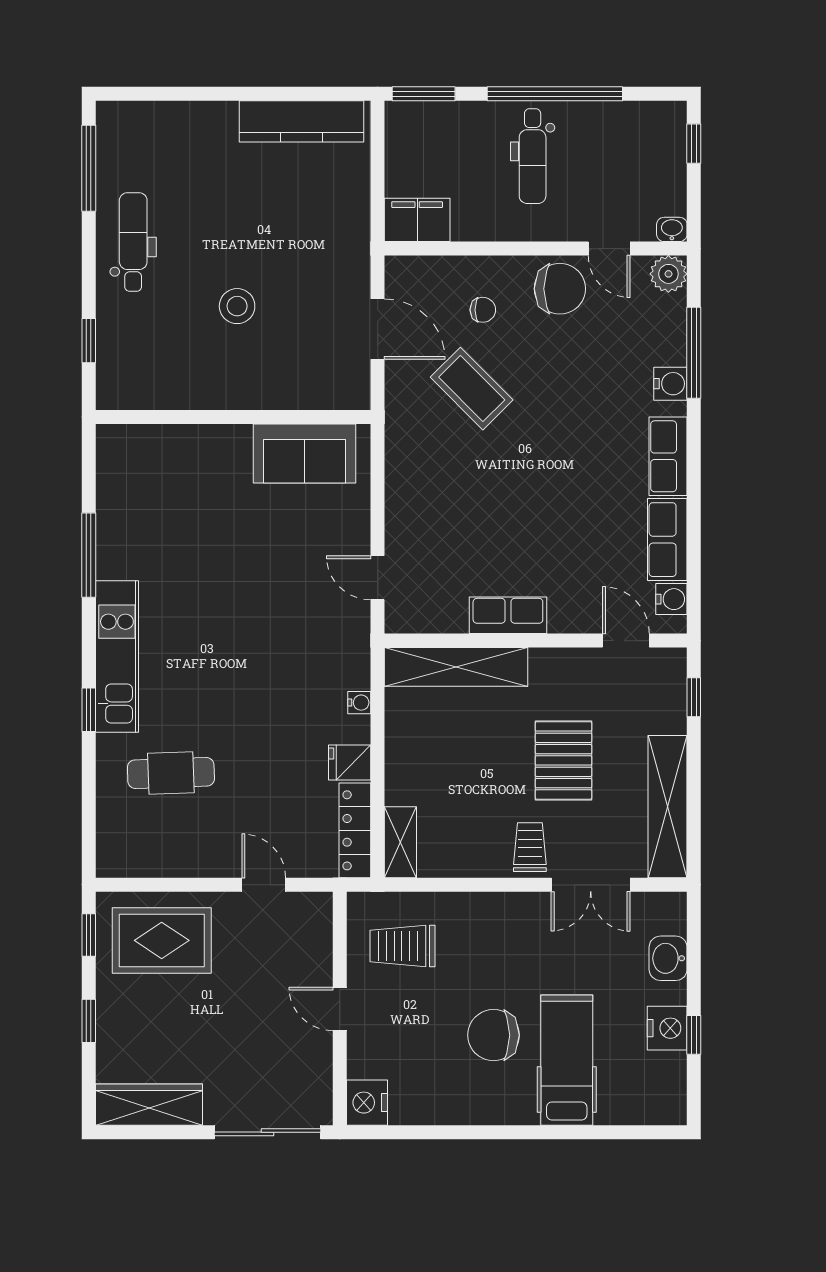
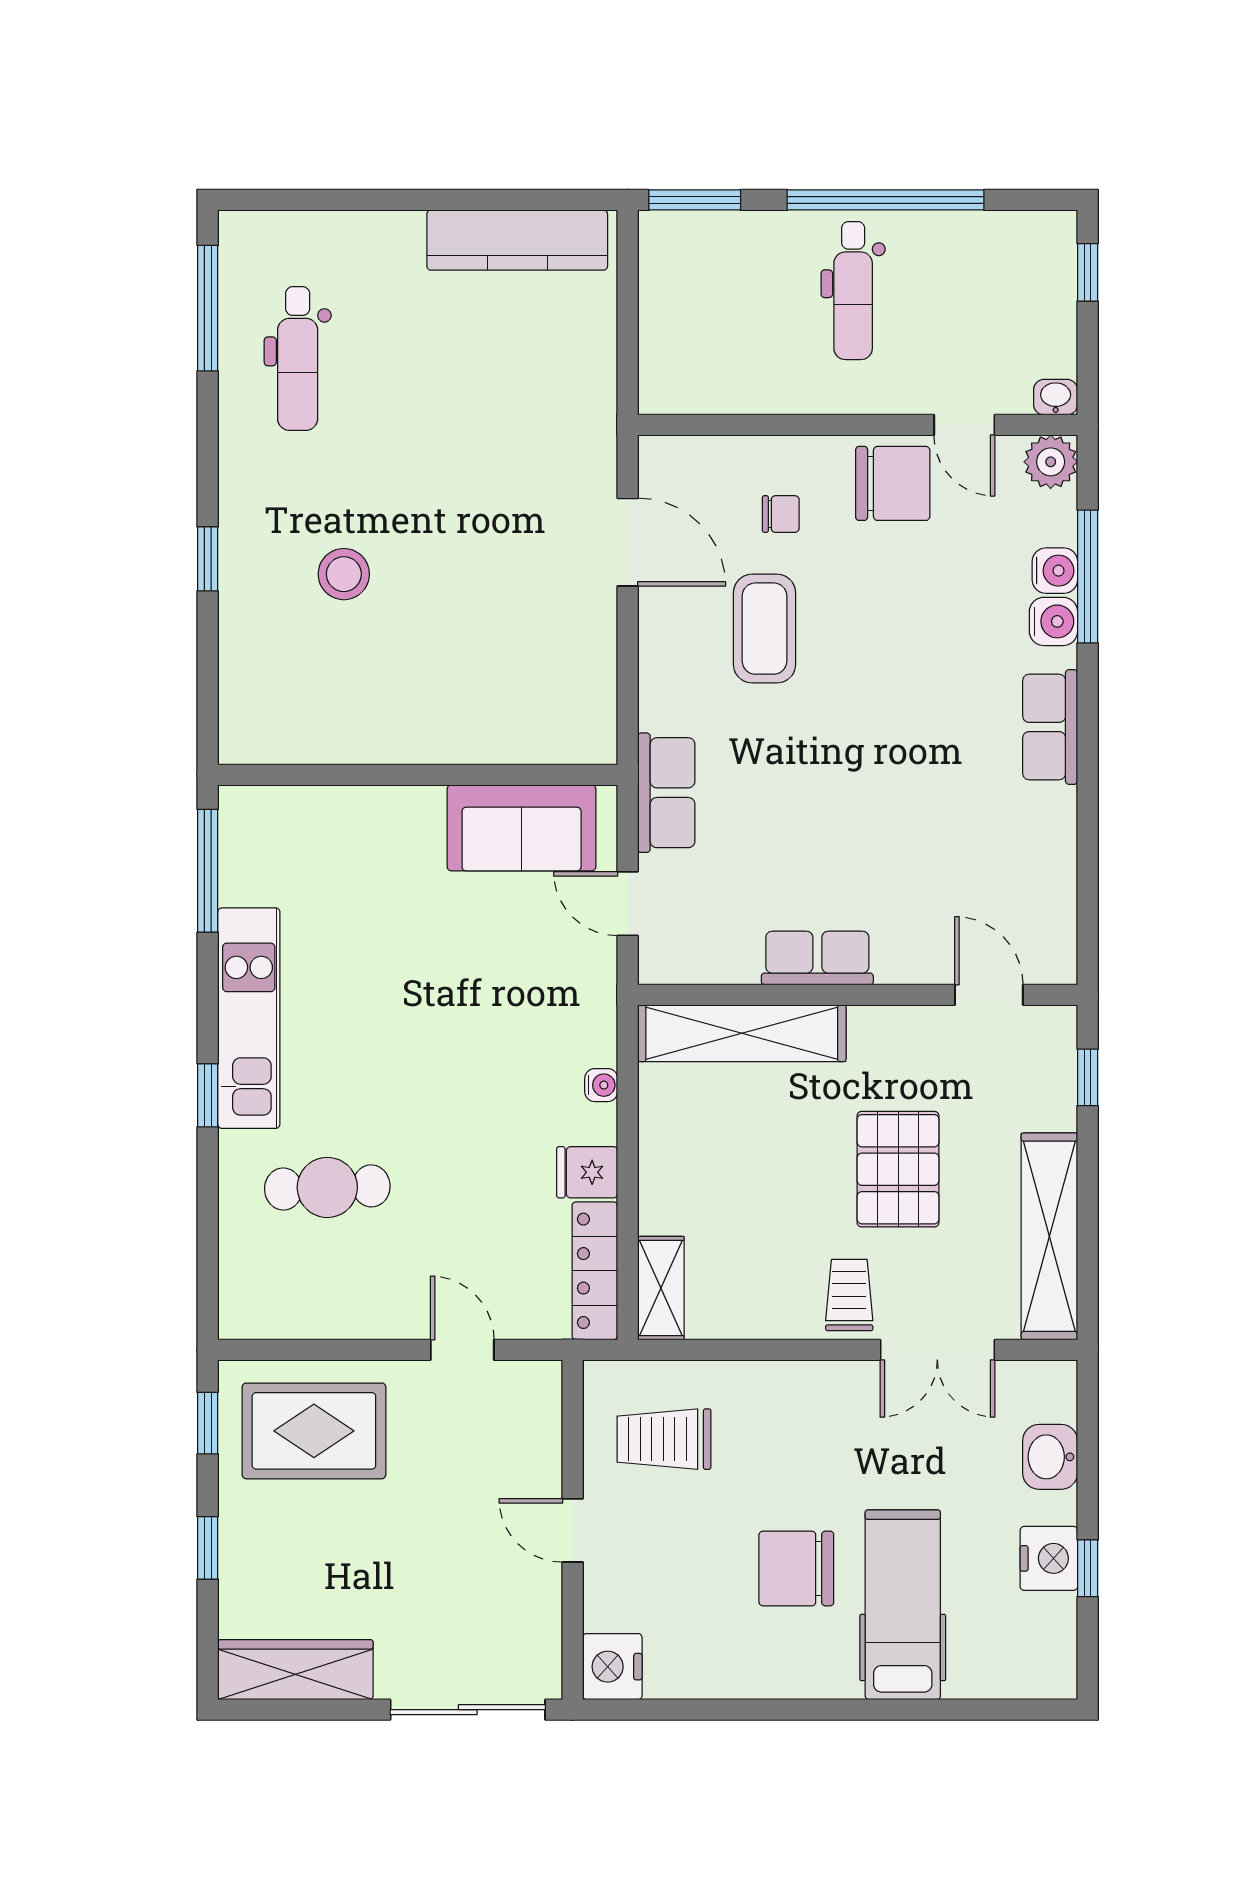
filing cabinet: (417, 220) -> (685, 383), removed
dental chair: (133, 242) -> (298, 359), moved, turned 180
stool: (237, 306) -> (344, 574), moved
coffee table: (472, 389) -> (765, 629), turned 45
wall: (233, 417) -> (418, 775), moved
sofa: (305, 453) -> (522, 828), moved
row of seats: (667, 540) -> (666, 793), moved, turned 180
water cooler: (671, 599) -> (1055, 571), moved

